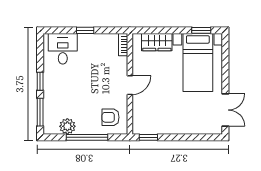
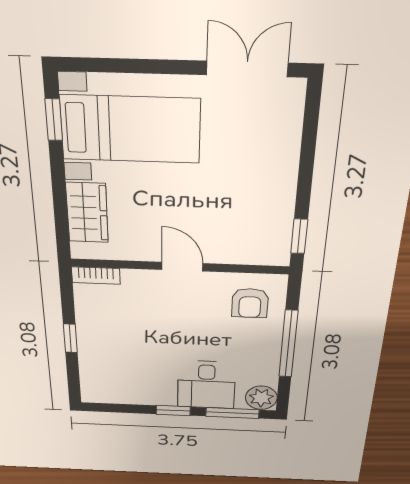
desk: (63, 49) -> (206, 385), moved, turned -90
plant: (67, 126) -> (261, 398), moved

